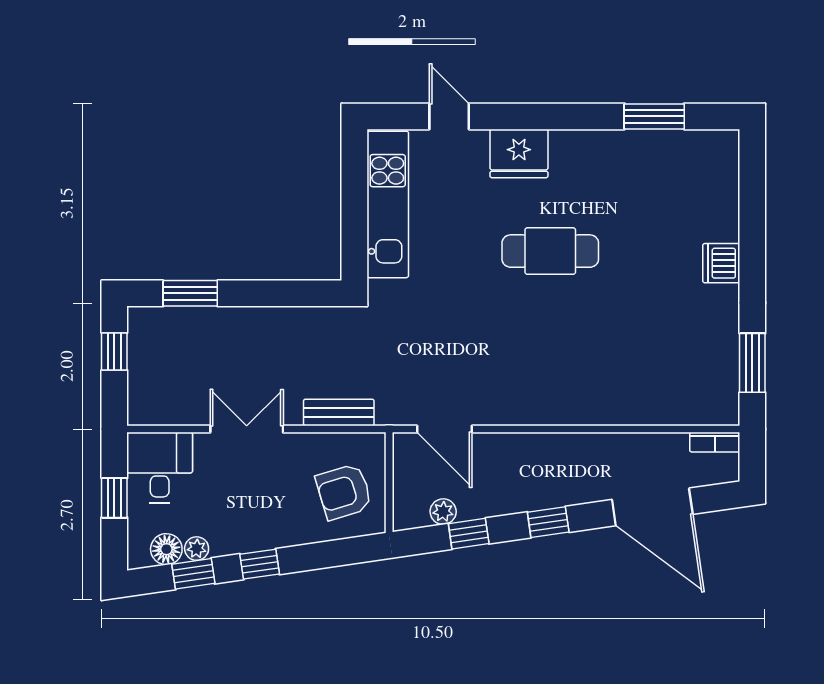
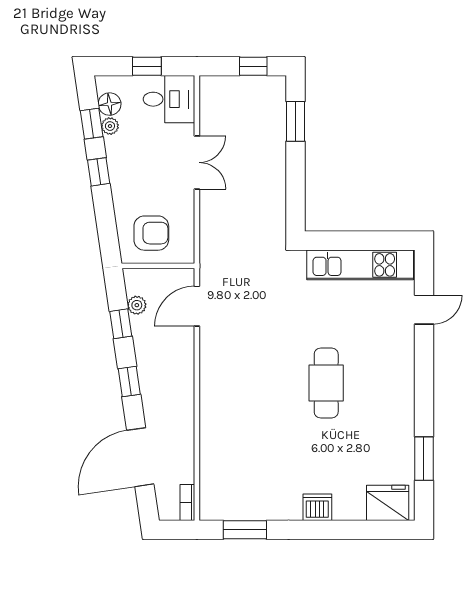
fridge: (519, 153) -> (388, 503), moved, turned 90
bench: (339, 412) -> (209, 229), removed
armchair: (344, 492) -> (151, 233), turned 107

